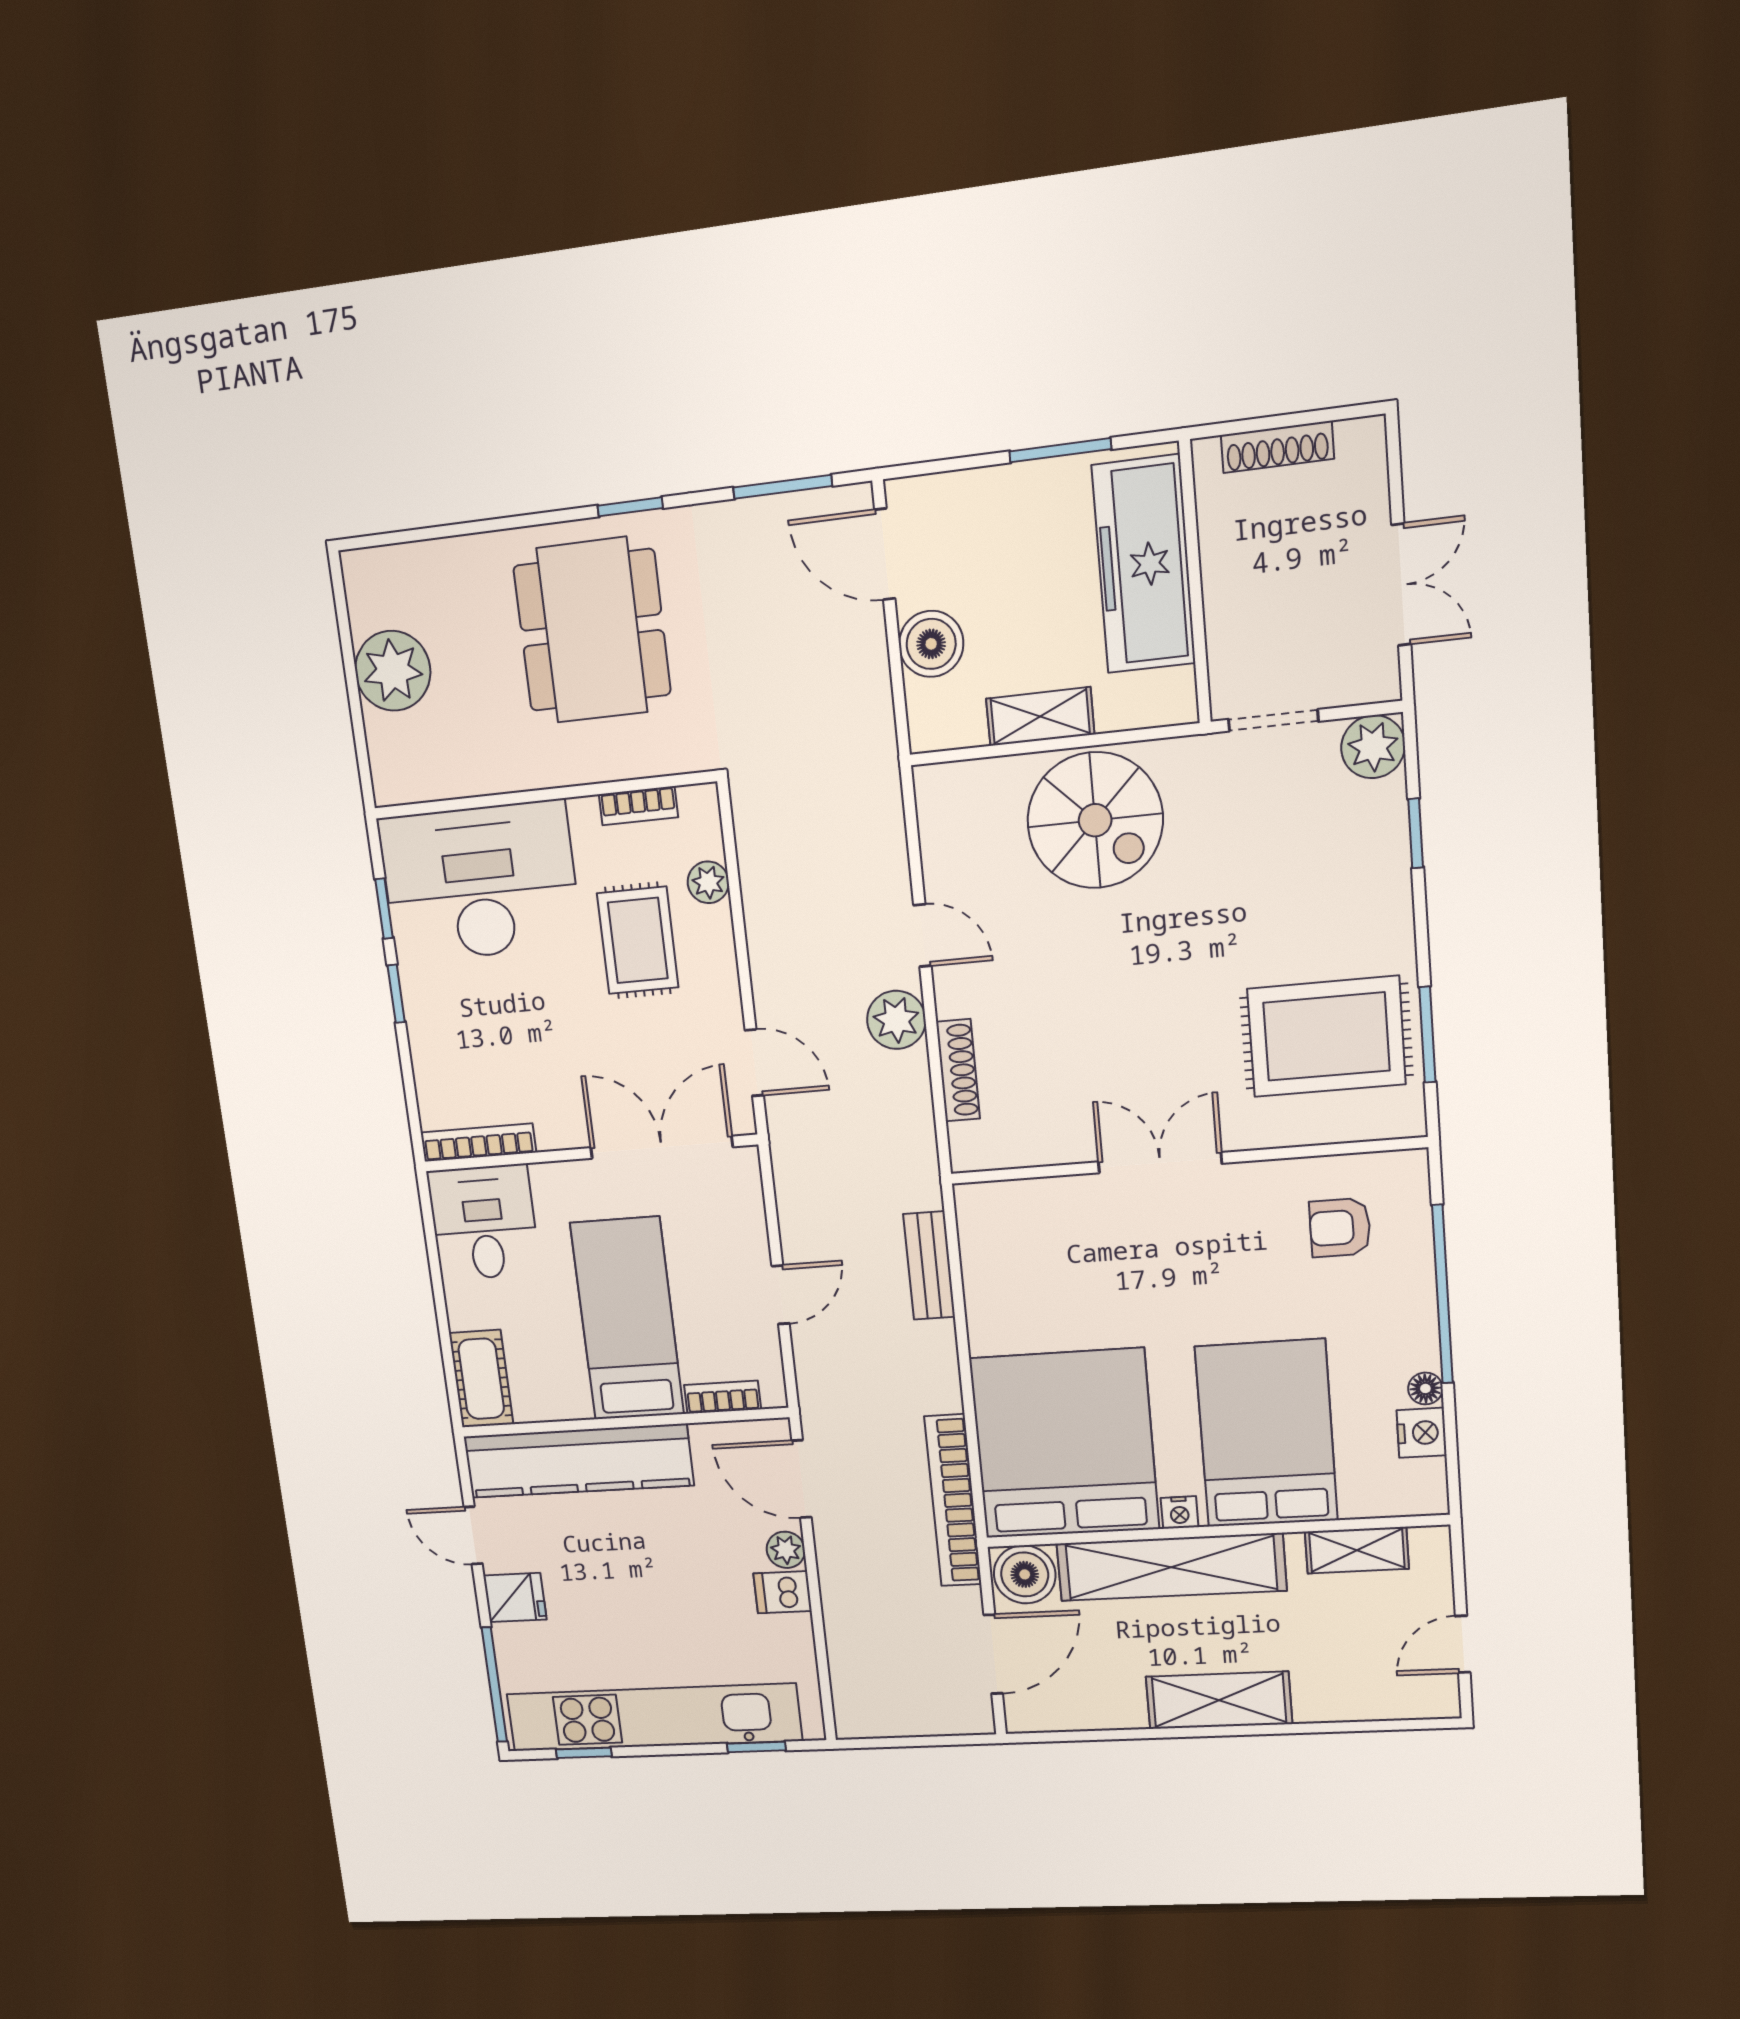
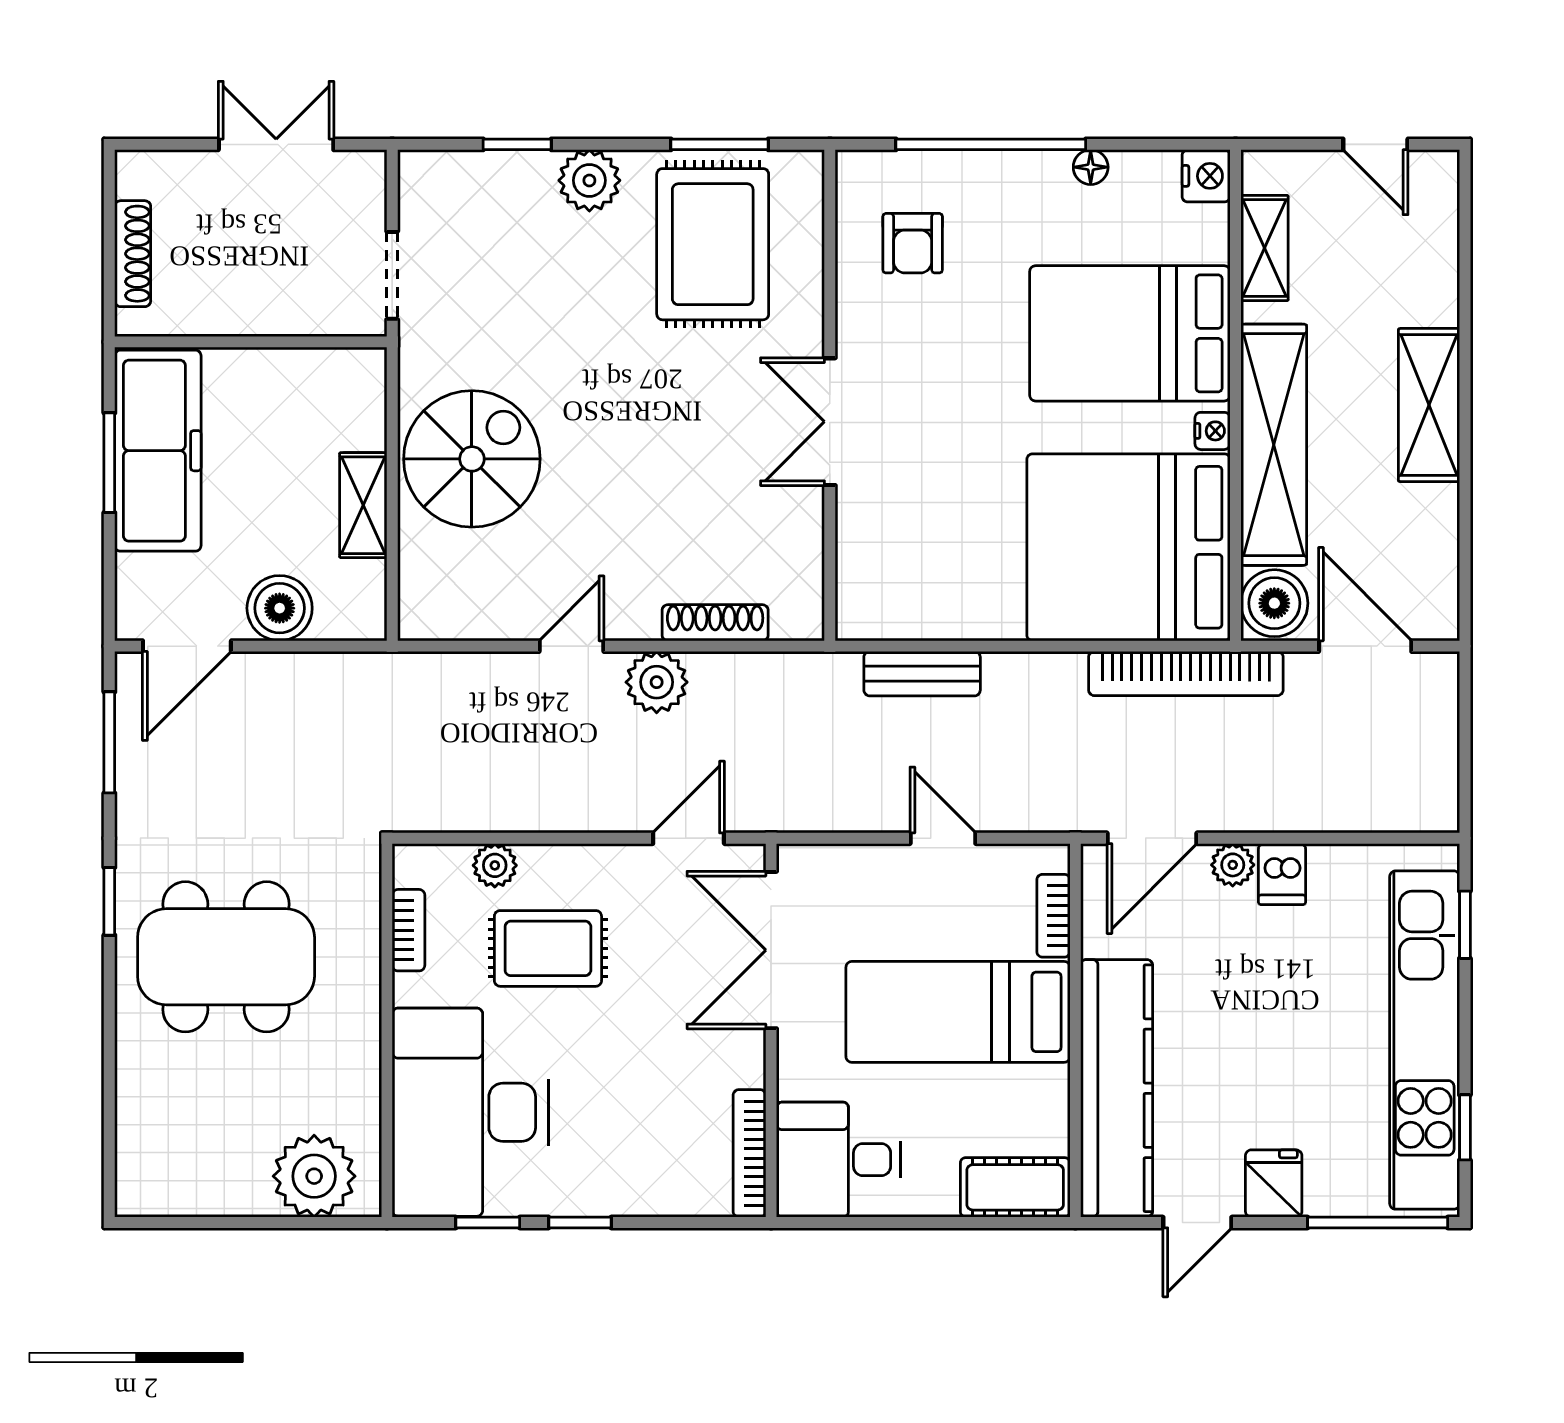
freezer: (1144, 564) -> (158, 451), moved, turned -90
plant: (393, 671) -> (314, 1176), moved
plant: (1373, 747) -> (589, 180), moved
nightstand: (1422, 1433) -> (1206, 176), moved, turned 90

